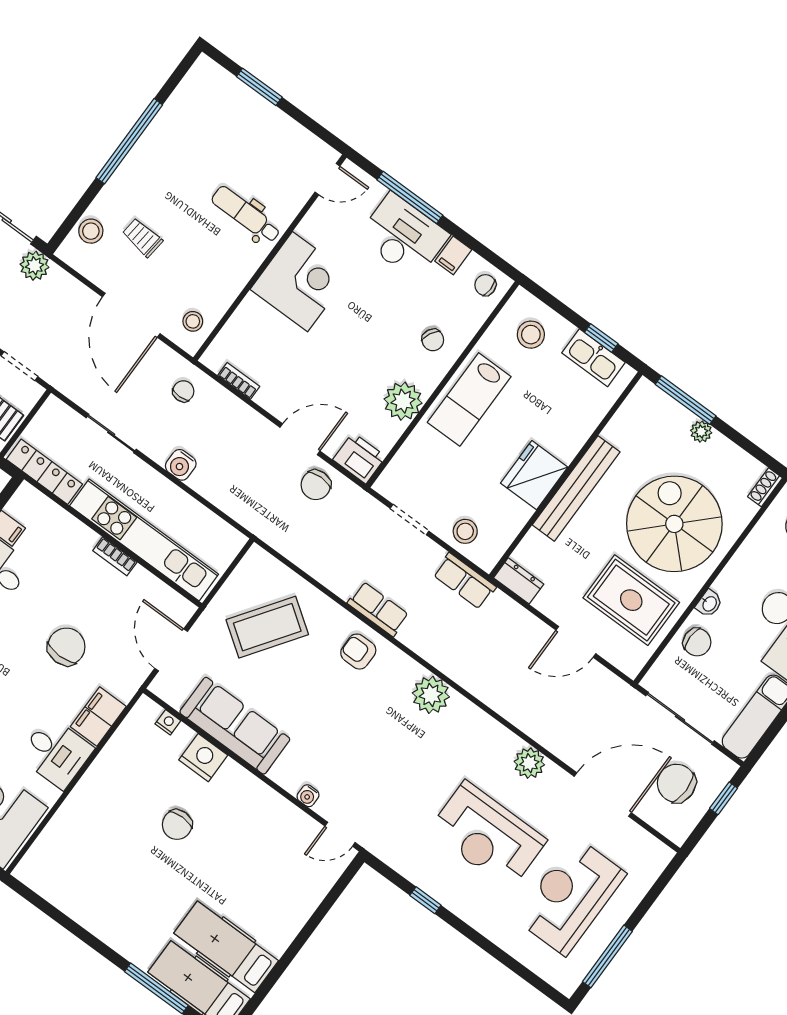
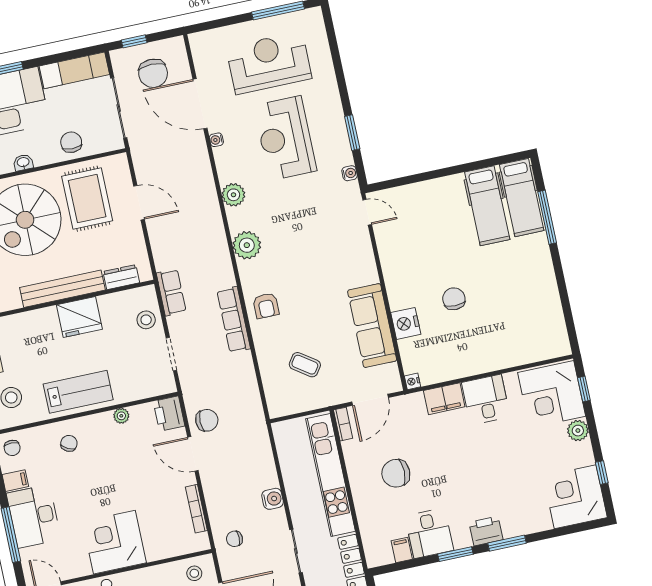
bookcase: (239, 381) -> (196, 509), width x1.56
plant: (403, 401) -> (121, 416), width x0.53, depth x0.53
bookcase: (115, 556) -> (343, 424), moved
dresser: (519, 581) -> (121, 277), moved, turned 90
washbasin: (709, 604) -> (23, 162), moved
row of seats: (378, 609) -> (234, 320), width x1.48
coffee table: (267, 627) -> (305, 365), width x0.54, depth x0.58
chair: (66, 647) -> (396, 473), moved
nightstand: (168, 722) -> (412, 381), moved
plant: (529, 763) -> (233, 195), moved
water cooler: (554, 773) -> (216, 140), added
water cooler: (308, 796) -> (350, 173), moved
chair: (177, 825) -> (454, 299), turned -90
reception desk: (487, 835) -> (285, 138), turned 180
reception desk: (570, 896) -> (269, 63), turned 180
window: (425, 900) -> (352, 133), width x1.50

